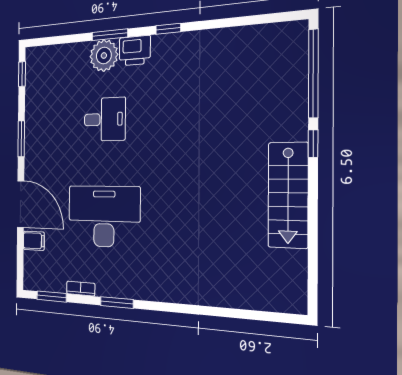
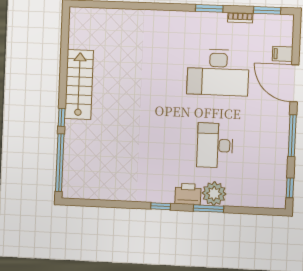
desk: (105, 119) -> (215, 145), width x1.37
window: (21, 139) -> (292, 136), width x1.44

